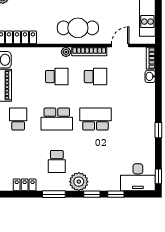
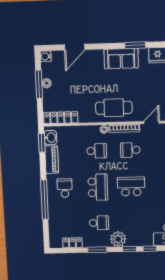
school desk: (95, 77) -> (130, 150), turned 180
school desk: (57, 119) -> (98, 187), turned -90
school desk: (57, 161) -> (99, 223), turned -90

